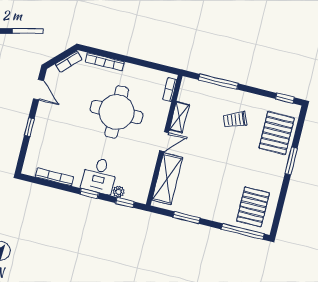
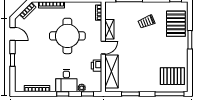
printer: (148, 165) -> (97, 66), added
pallet: (253, 207) -> (172, 76), turned 90

